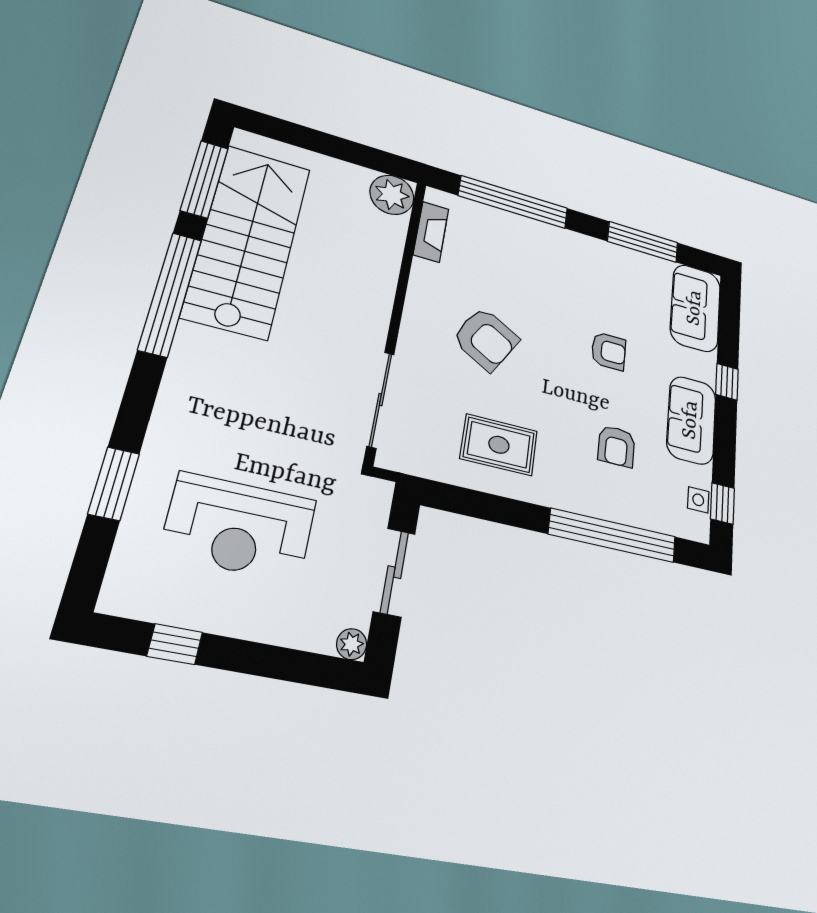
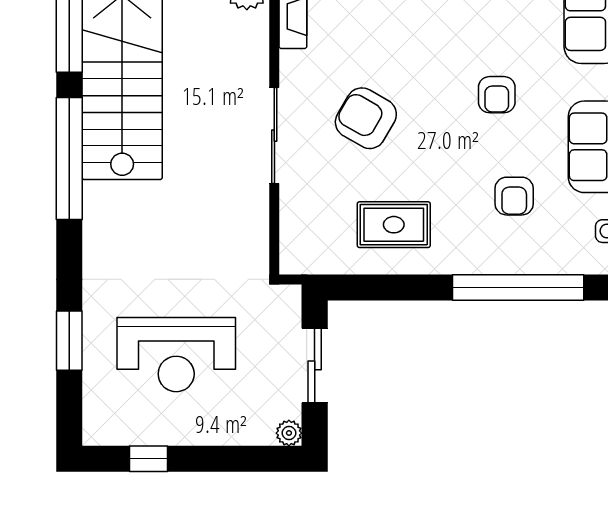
armchair: (486, 339) -> (366, 118), turned 180
armchair: (609, 351) -> (497, 95), turned 90
sliding door: (381, 400) -> (274, 136), moved

